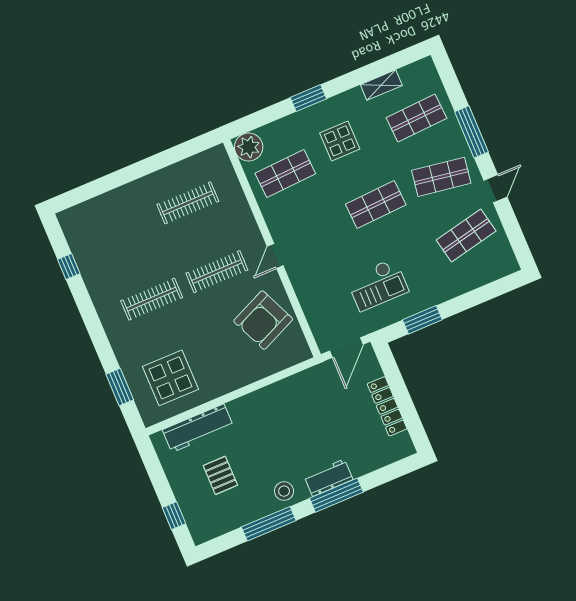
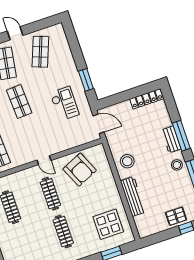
shop shelf: (466, 236) -> (40, 52), turned 33
stool: (284, 403) -> (127, 161), added
locker: (387, 406) -> (147, 99), moved
workbench: (198, 428) -> (133, 196), moved
pallet: (220, 475) -> (176, 216), moved

